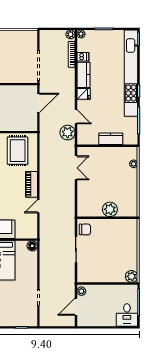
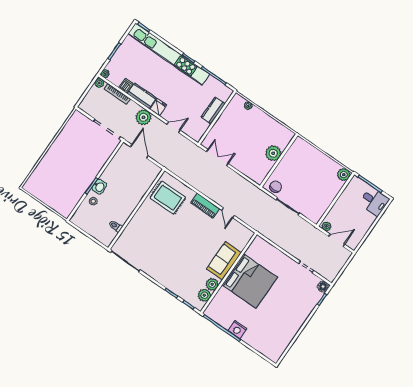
plant: (68, 133) -> (143, 117), moved
floor lamp: (32, 246) -> (323, 287), moved
door: (76, 307) -> (337, 240), swing flipped

